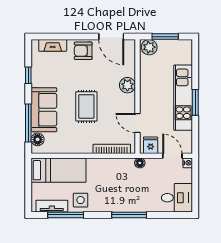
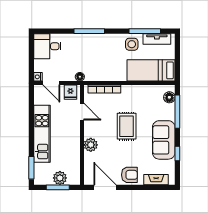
plant: (149, 47) -> (60, 178), moved
window: (195, 102) -> (31, 168), moved
sofa: (44, 110) -> (164, 140), moved

